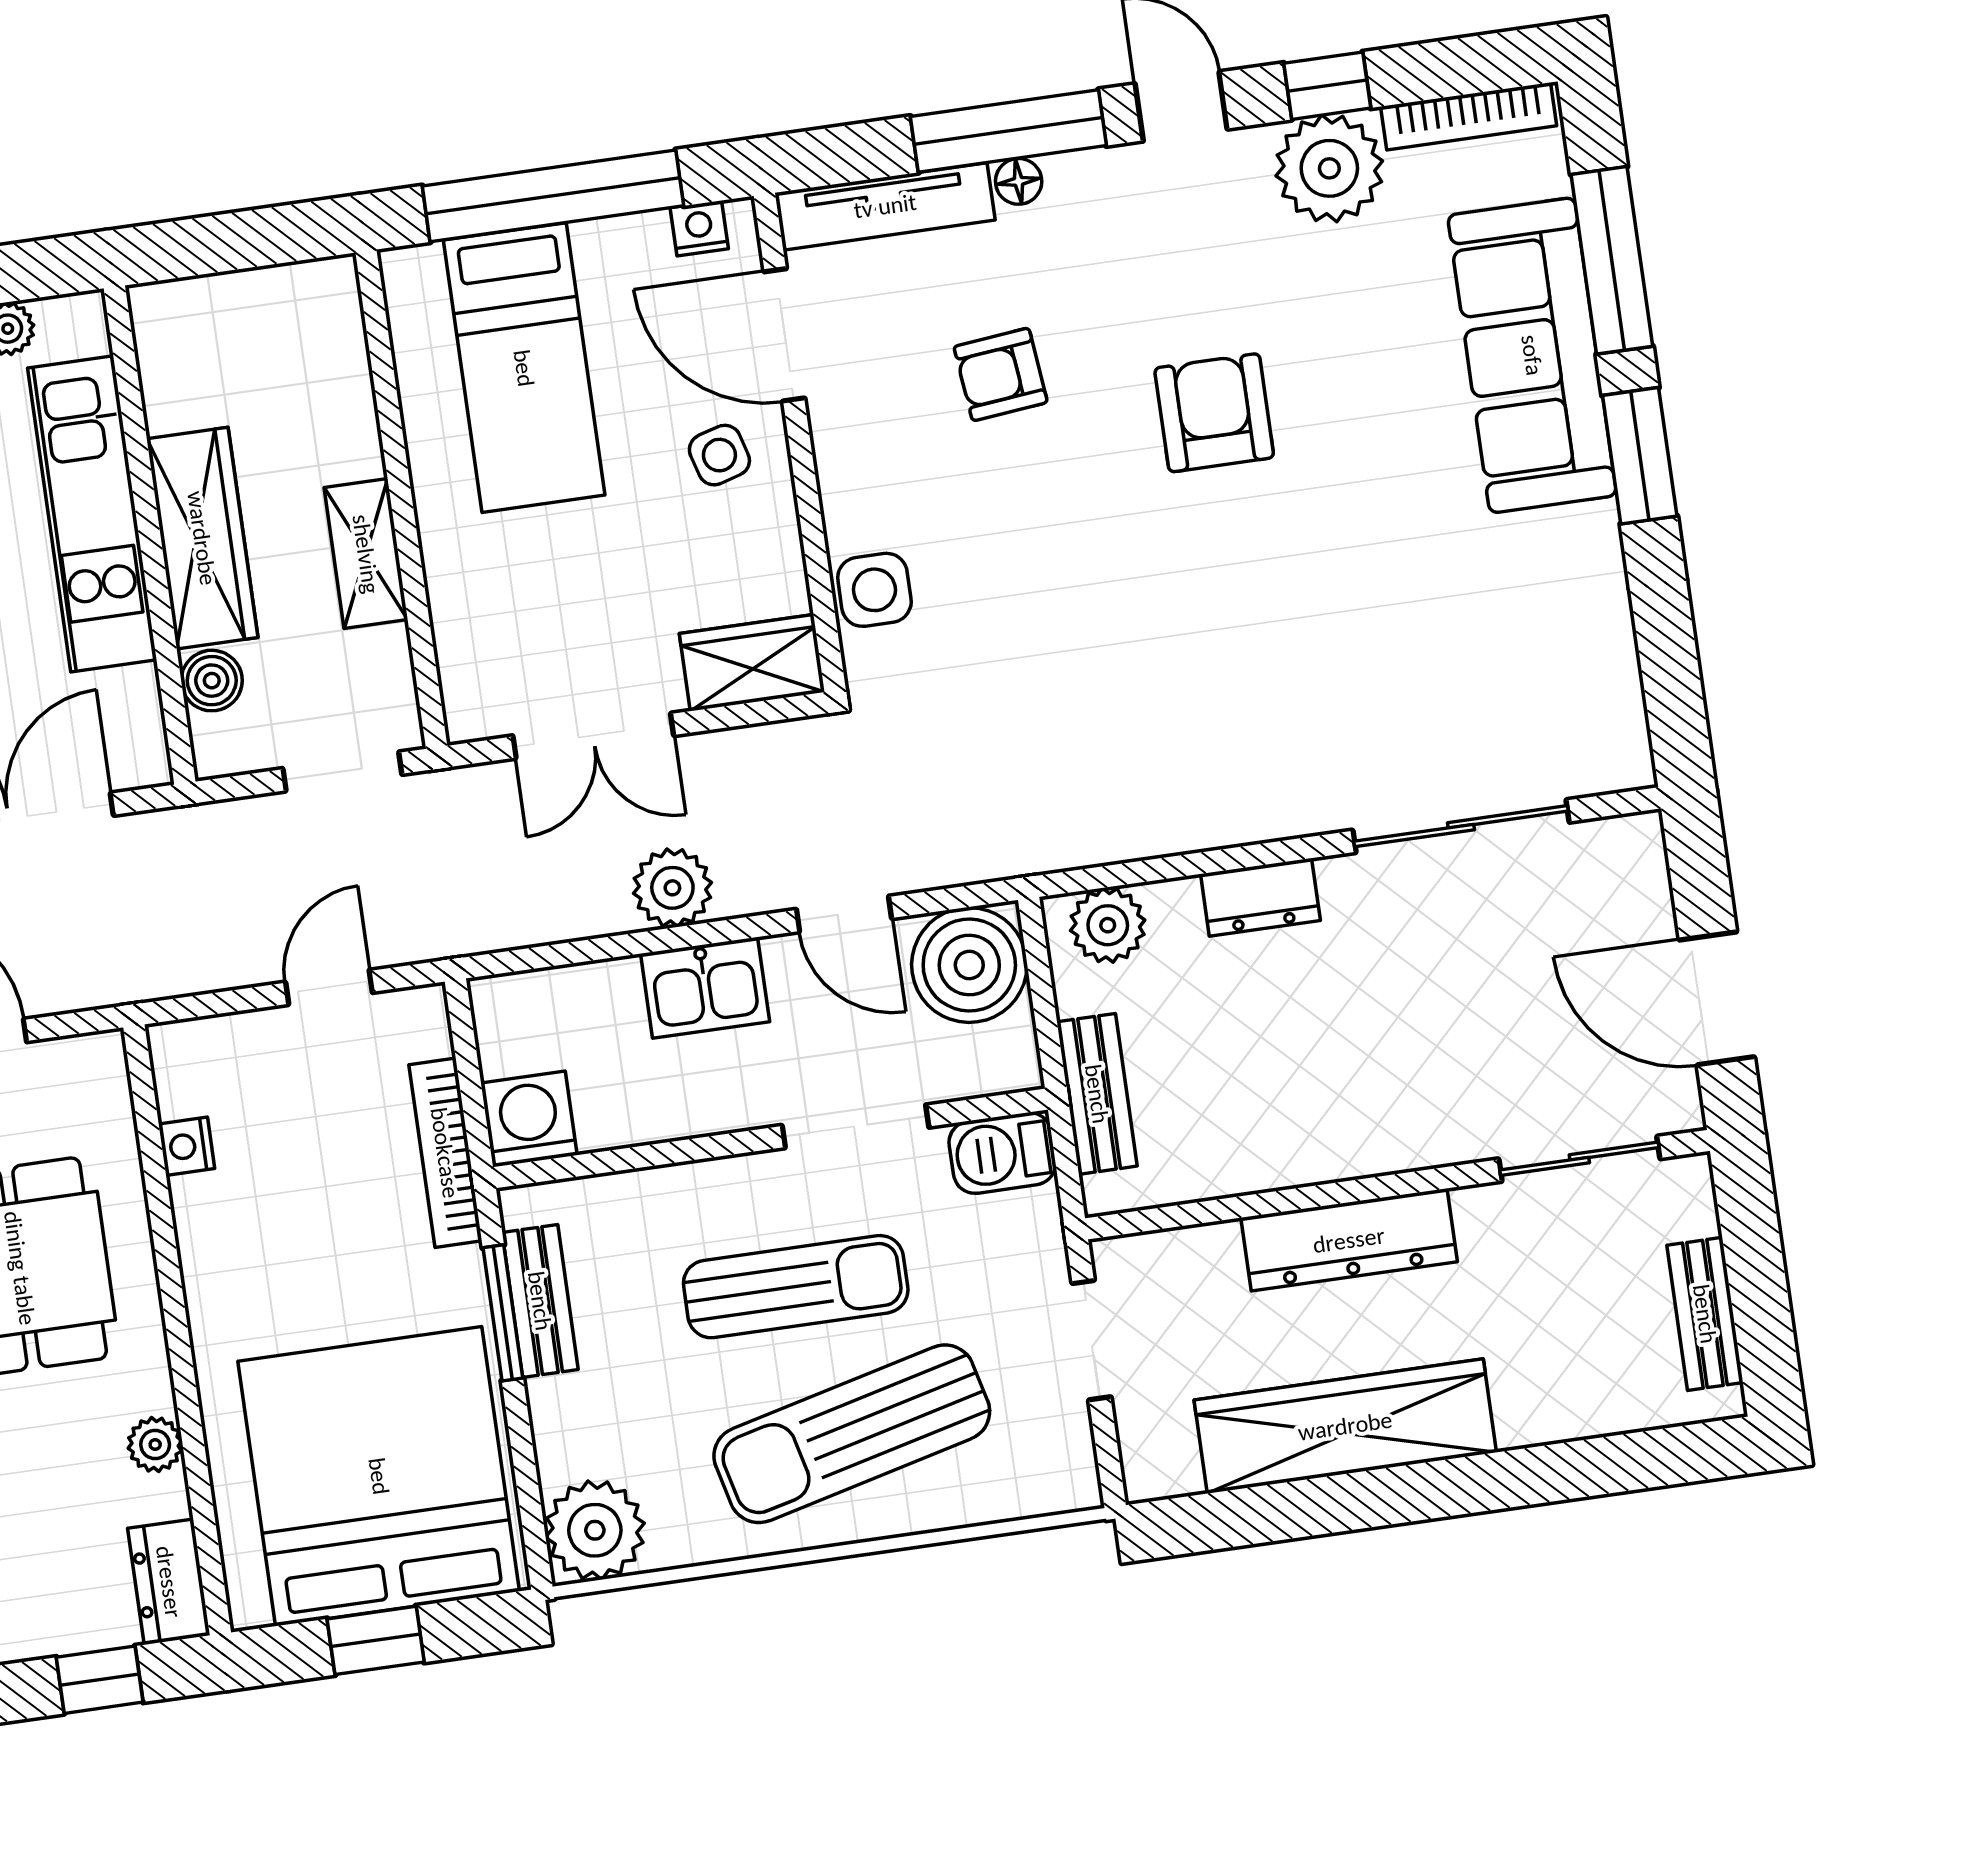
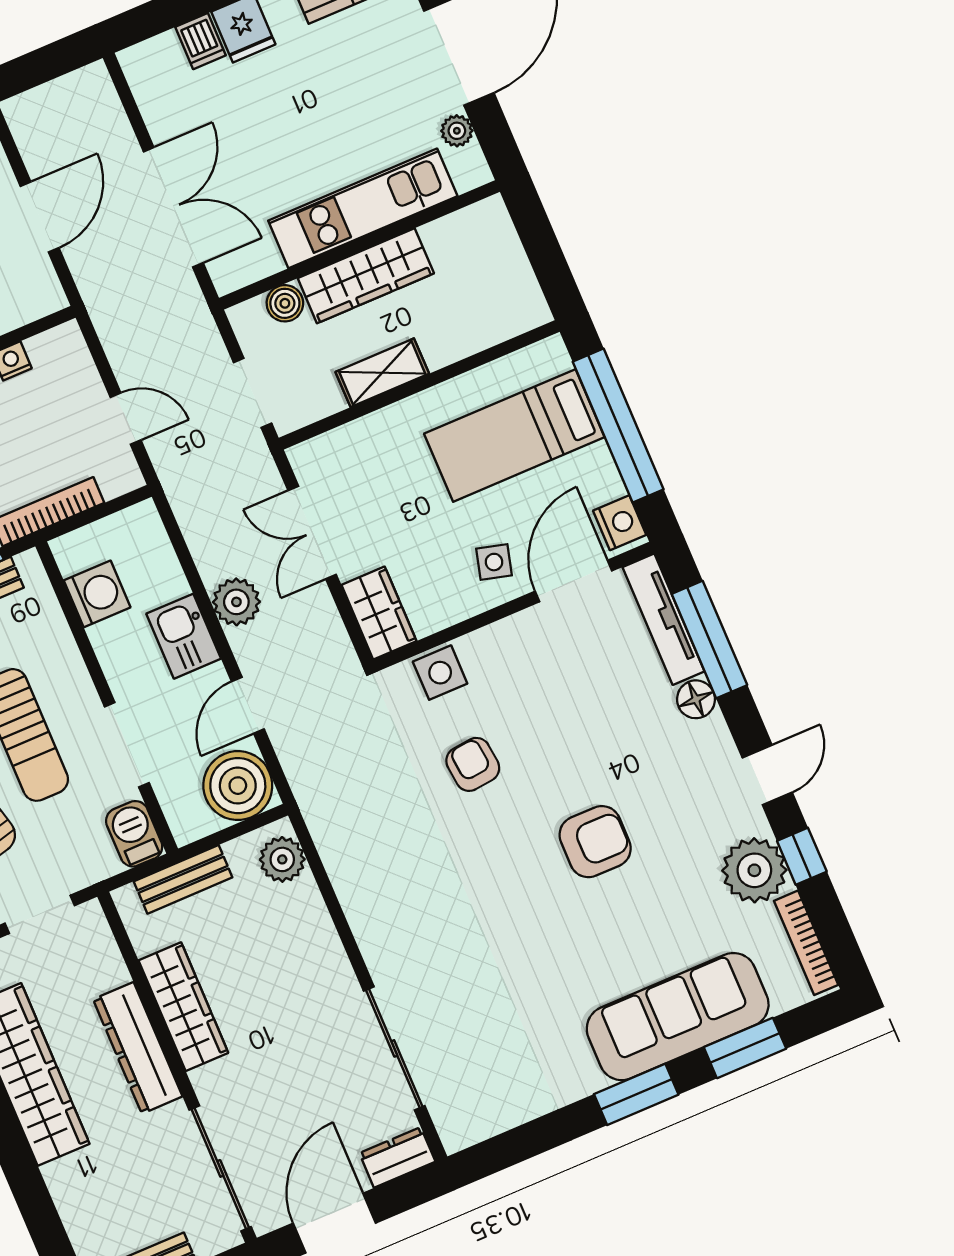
window: (1008, 131) -> (709, 640), moved
floor lamp: (1019, 181) -> (696, 699), width x1.37, depth x1.37
nightstand: (699, 228) -> (620, 523), width x1.39, depth x1.35
window: (1612, 260) -> (745, 1048), width x0.69
armchair: (1001, 374) -> (473, 764), moved
side table: (719, 455) -> (494, 562), turned 31
dresser: (1260, 897) -> (397, 1157), moved, turned 90
washing machine: (529, 1119) -> (97, 594), moved
wardrobe: (1302, 1148) -> (183, 1007), added
sliding door: (1579, 1159) -> (220, 1168), width x1.37

